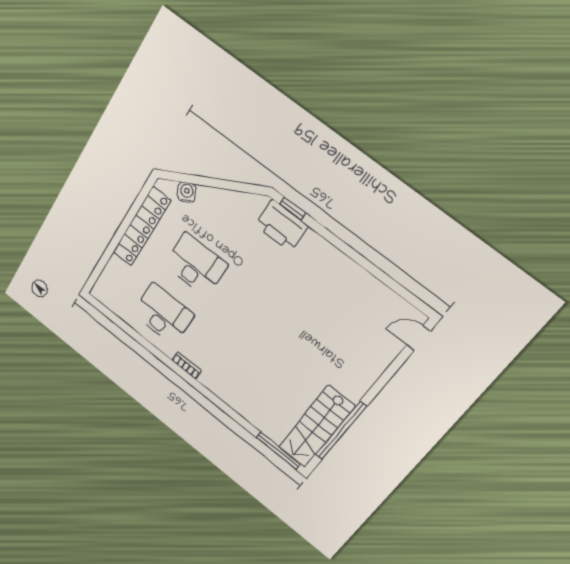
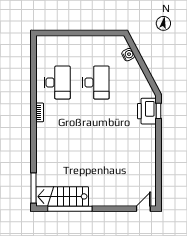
locker: (142, 227) -> (94, 42), removed
door: (419, 338) -> (143, 209), hinge flipped

